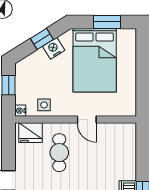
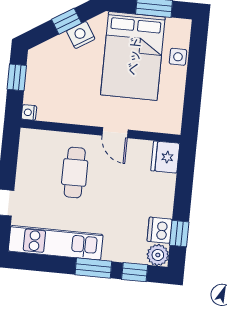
side table: (44, 105) -> (178, 57), moved
fridge: (30, 133) -> (165, 157), moved, turned 90

